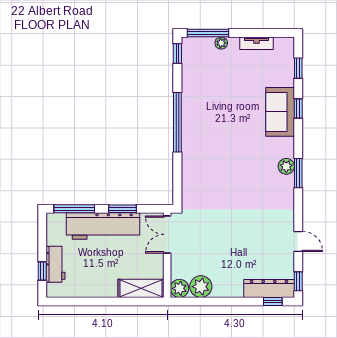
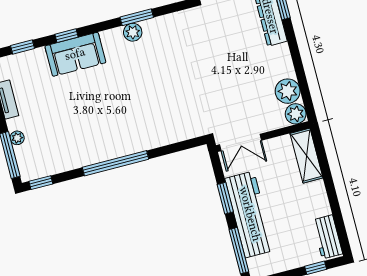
workbench: (56, 264) -> (327, 237), moved, turned -90

